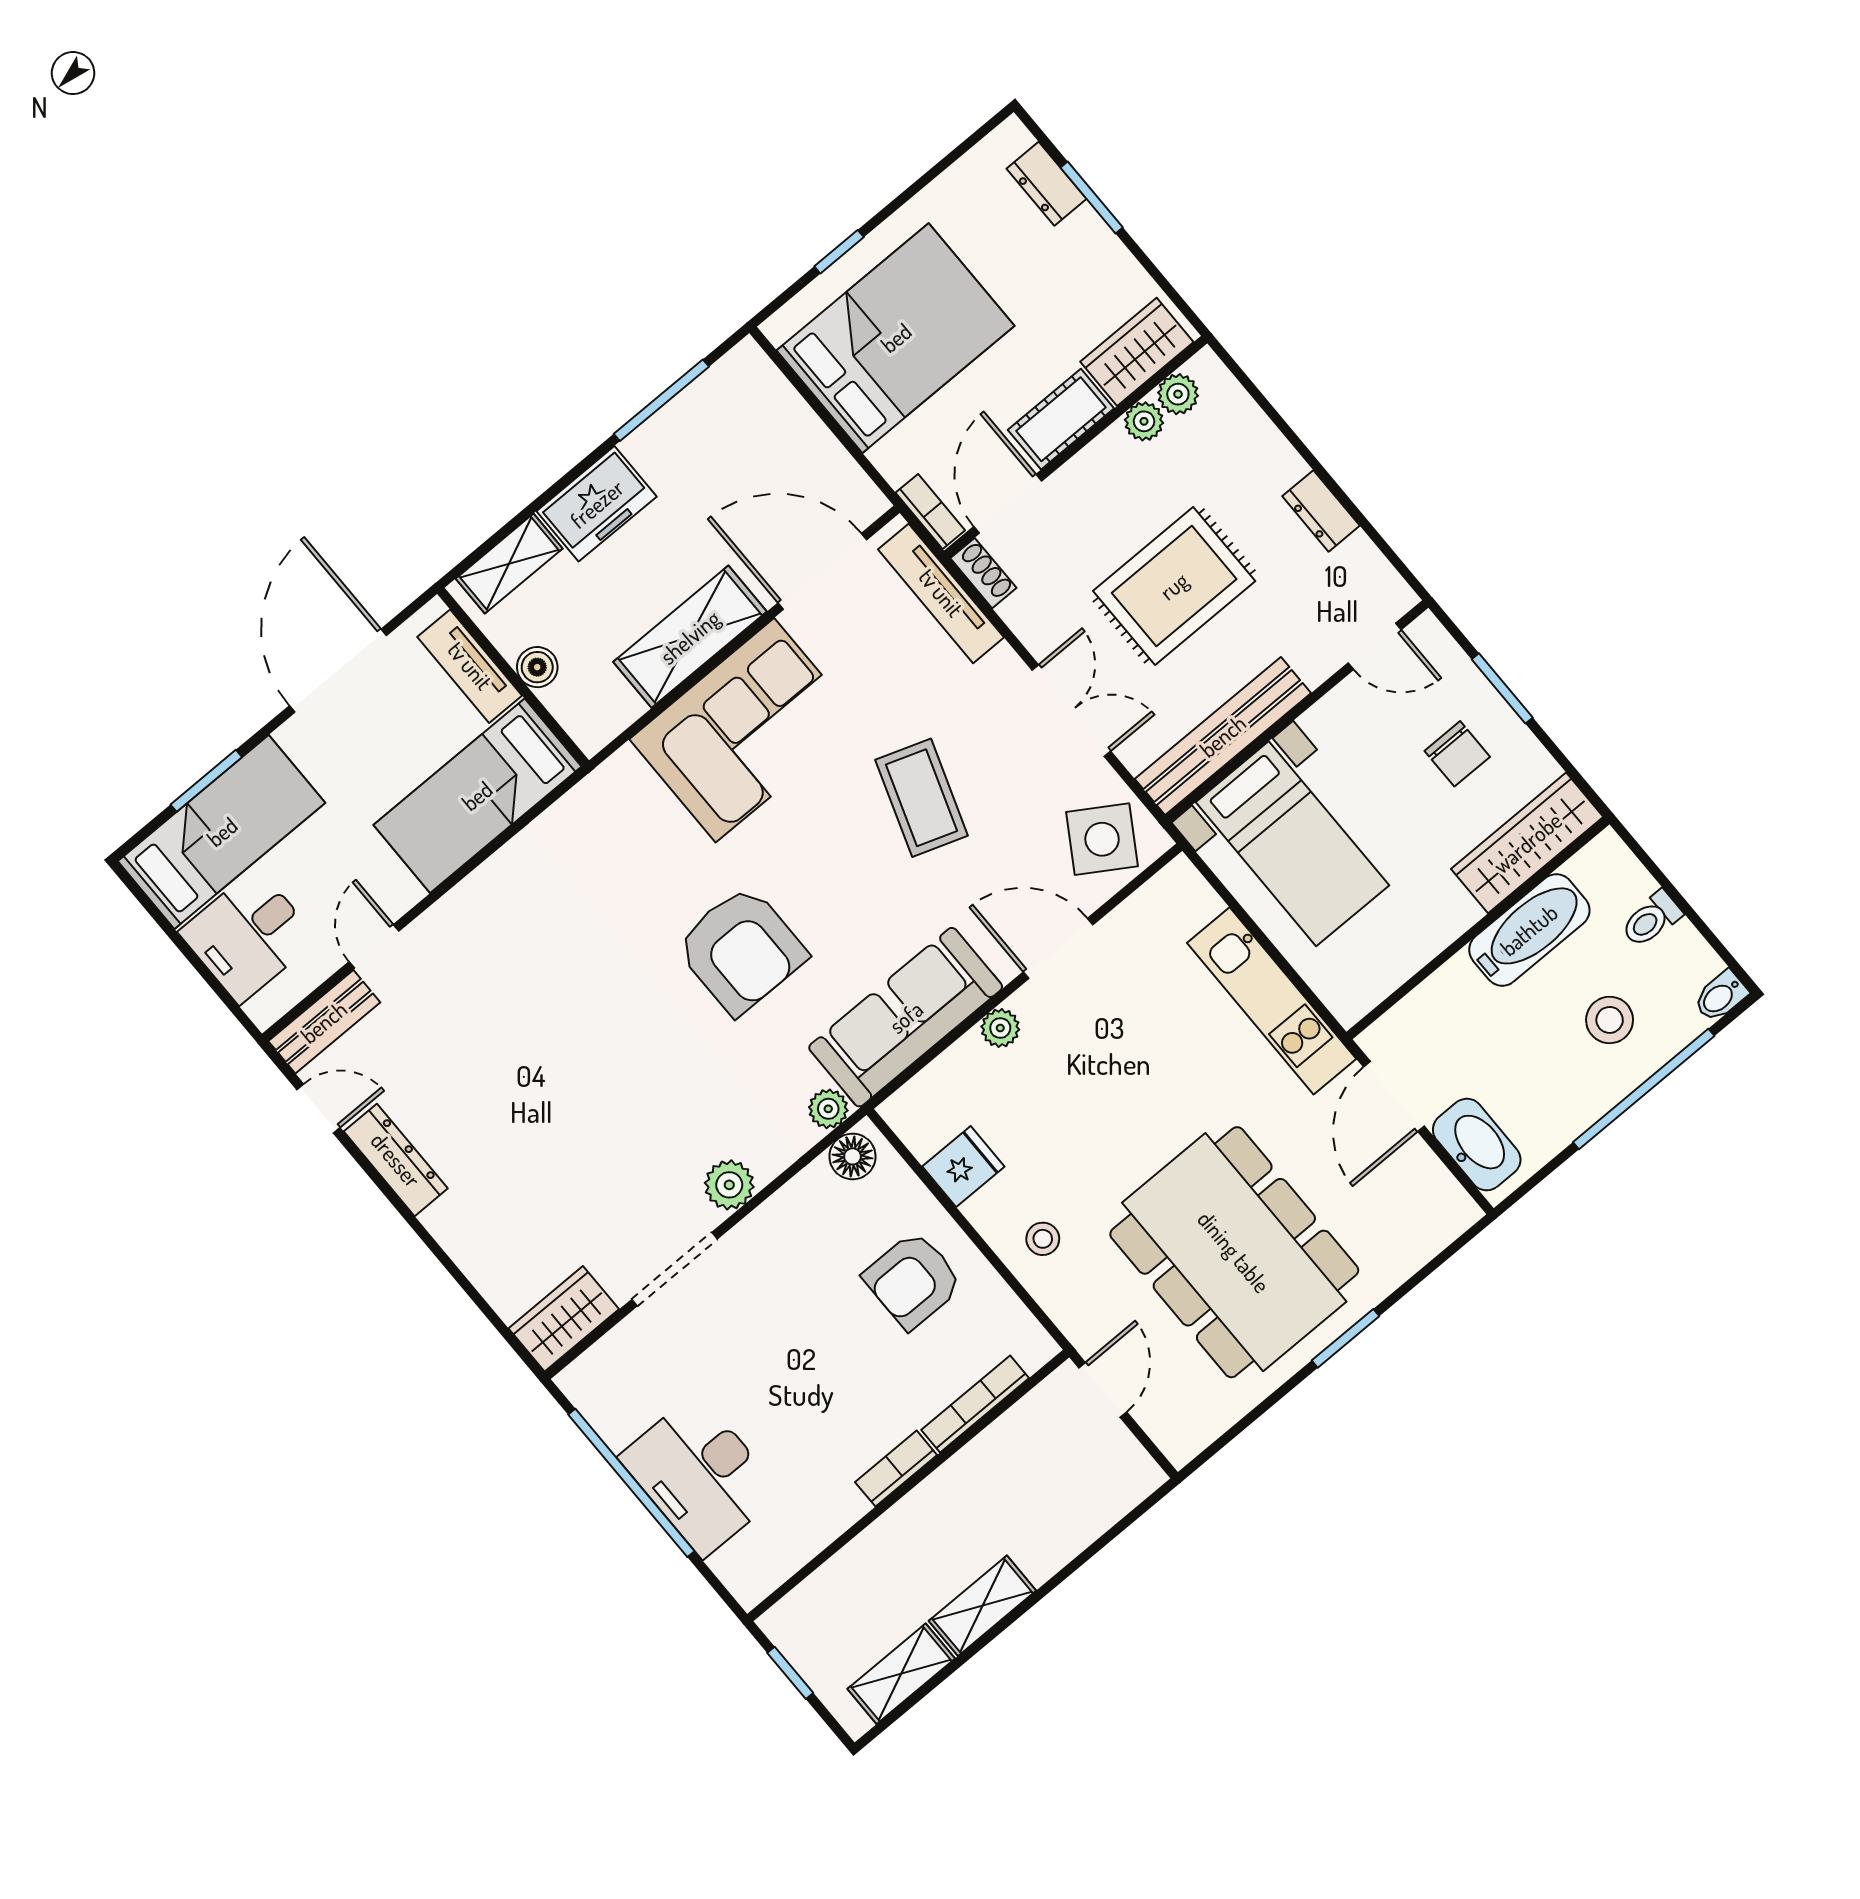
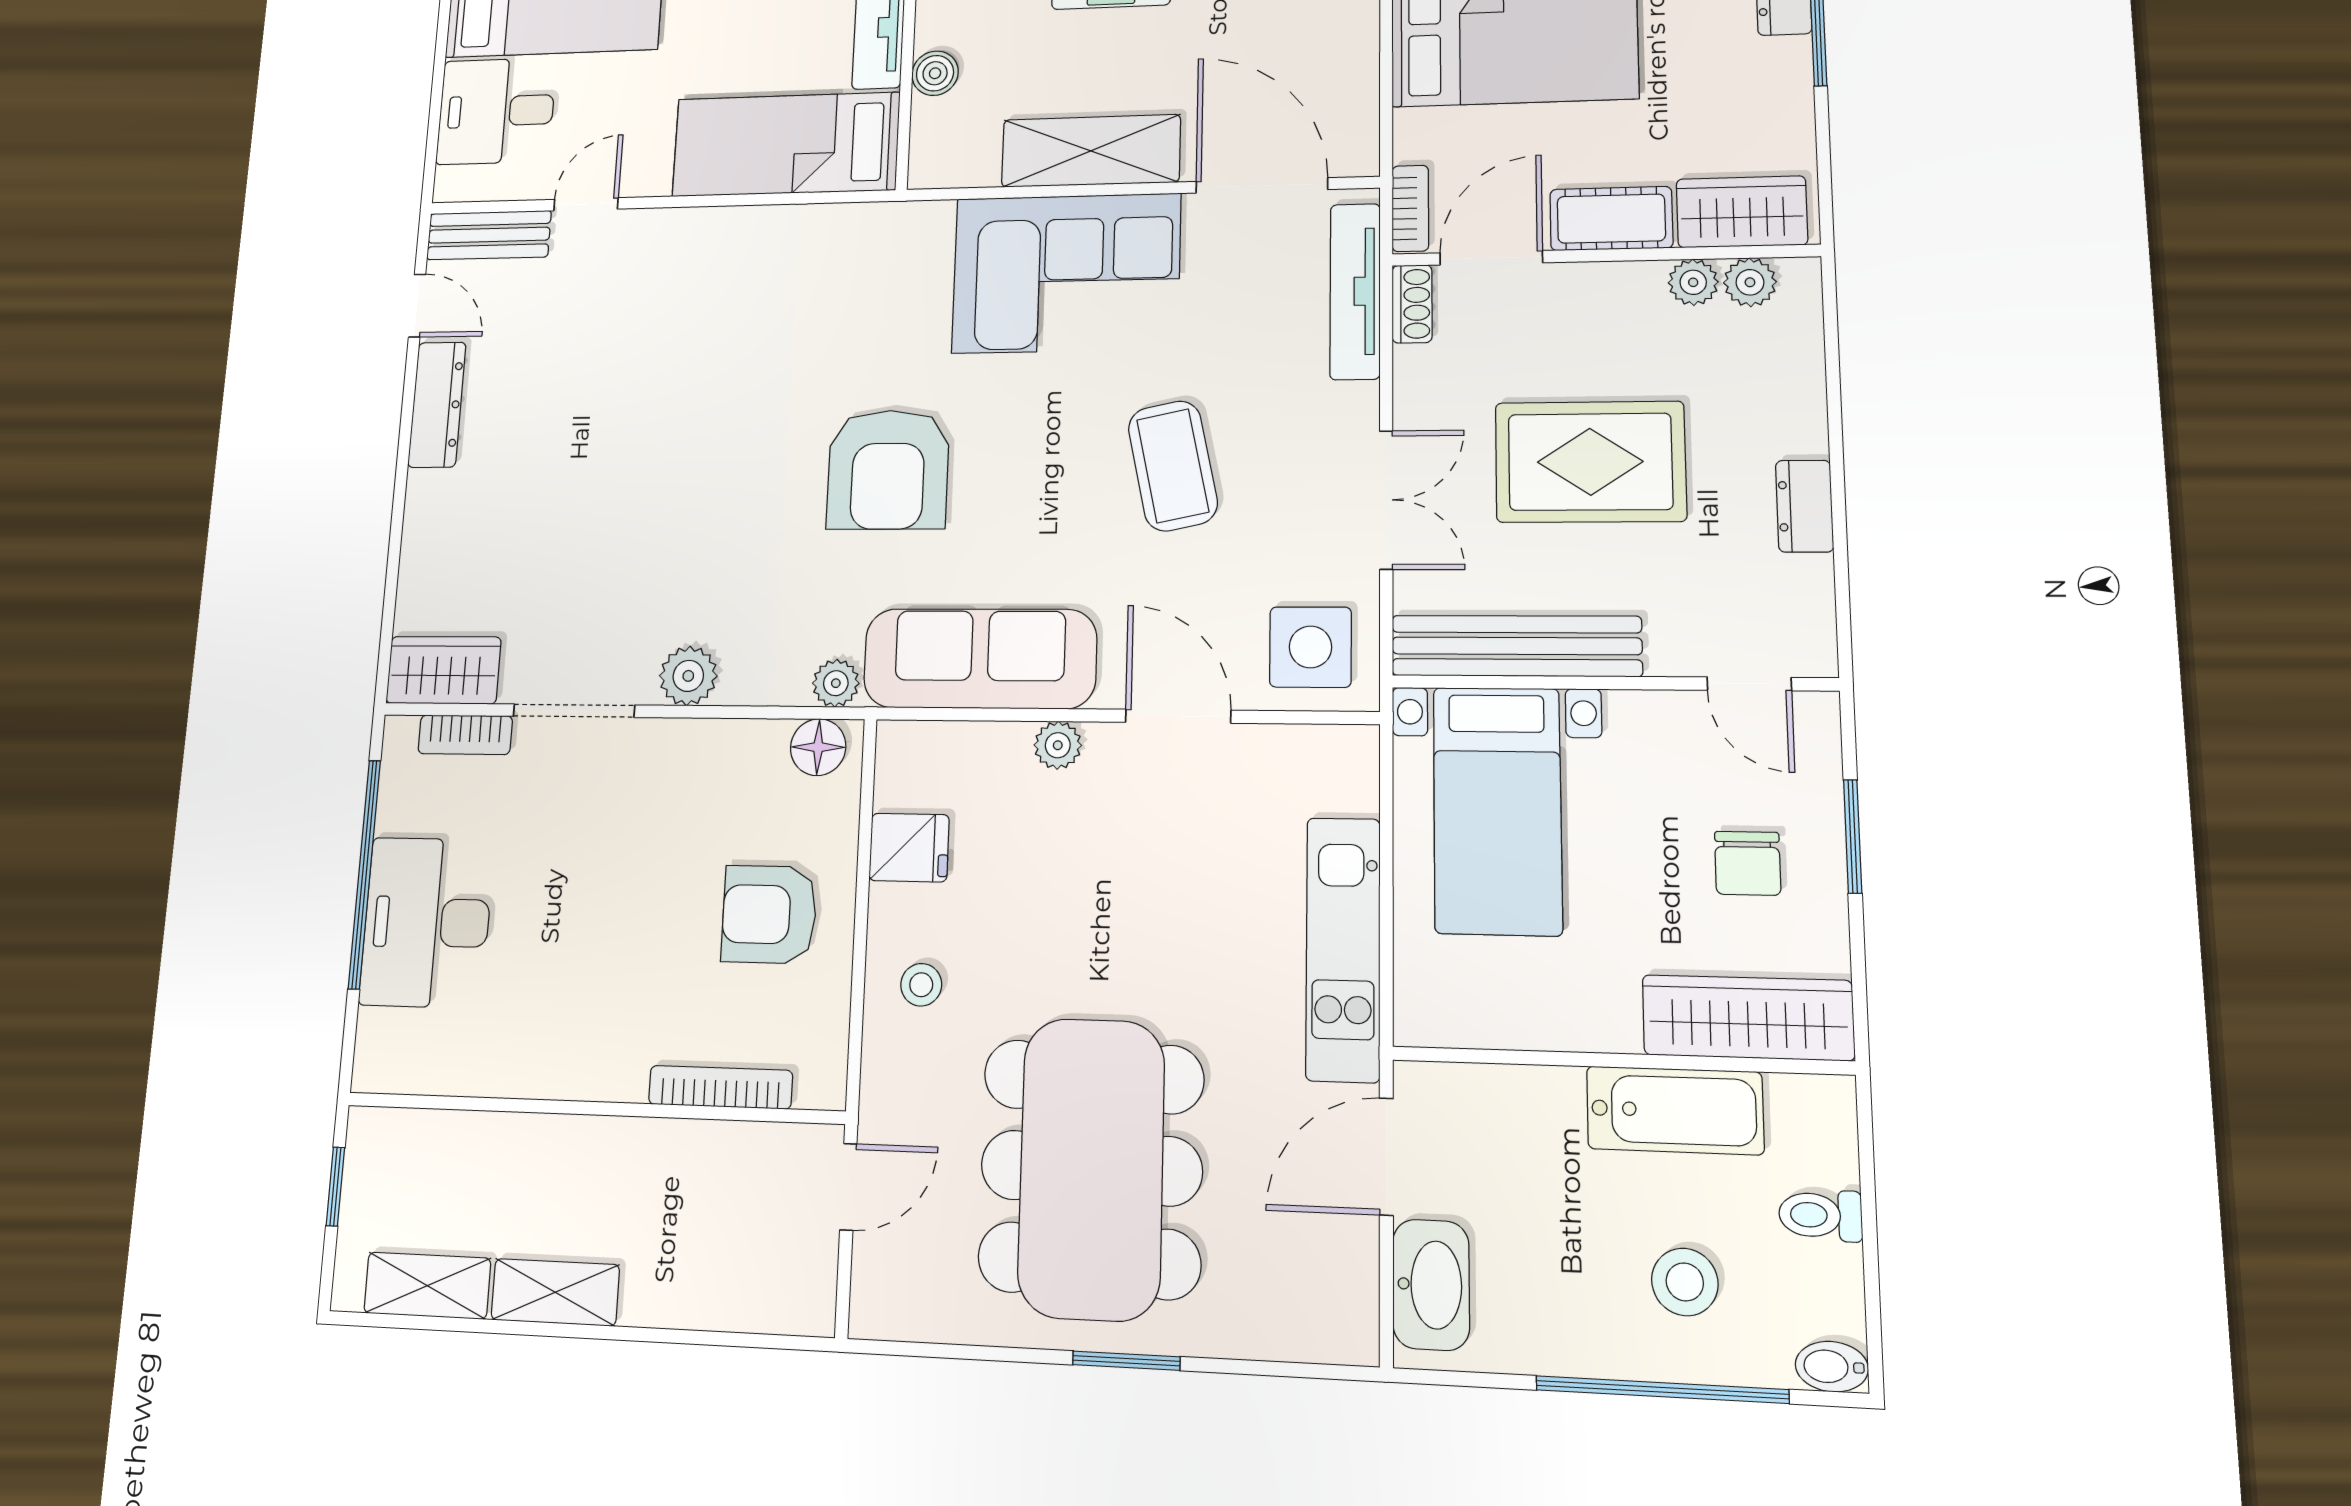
coffee table: (922, 798) -> (1173, 466), turned -31
side table: (1102, 839) -> (1310, 647), turned -32
bookcase: (896, 1469) -> (465, 735), moved, turned 180

